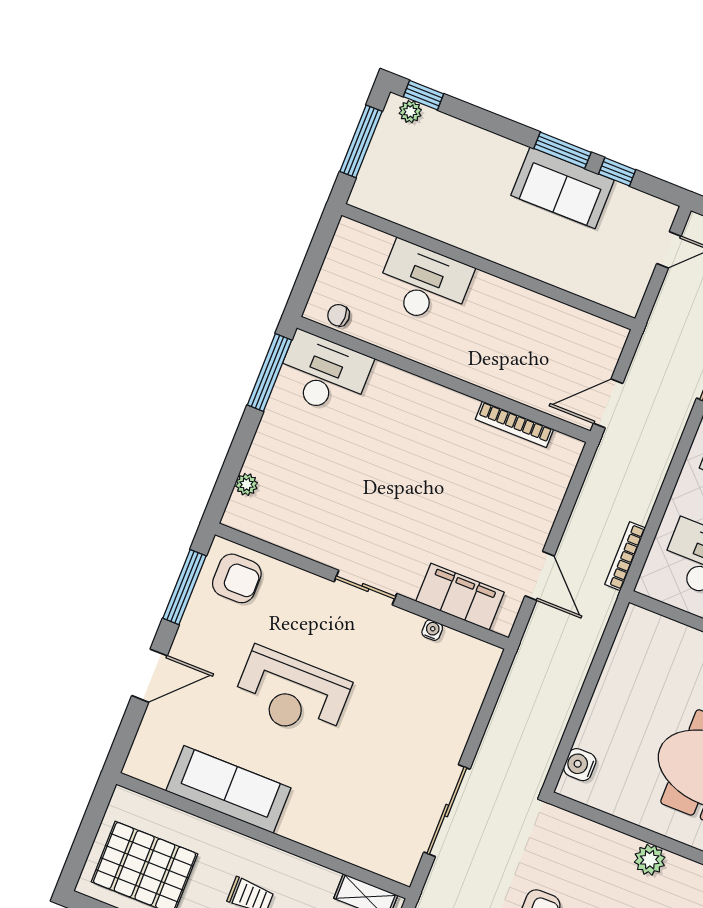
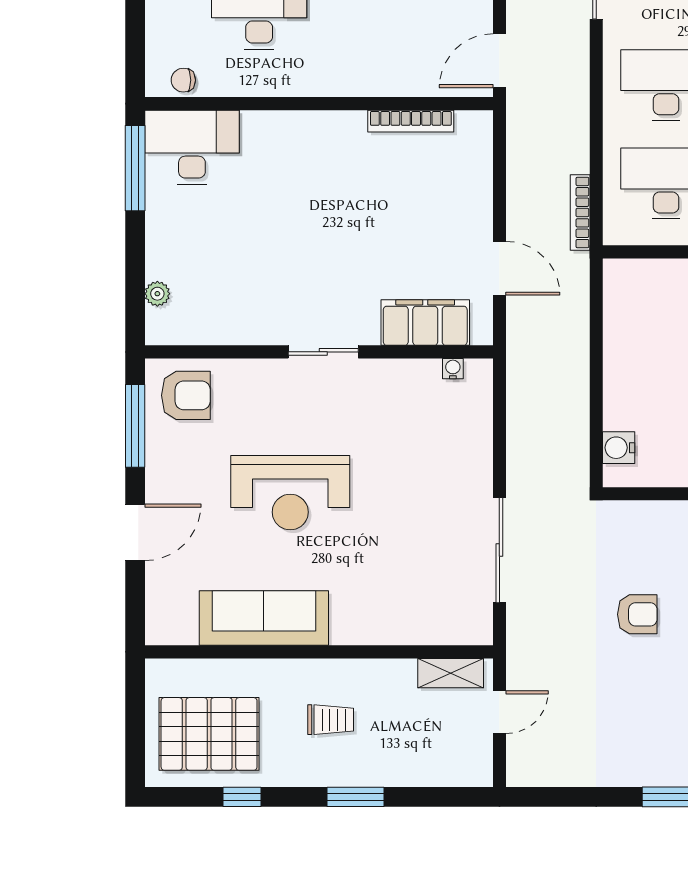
water cooler: (432, 630) -> (453, 369), moved

